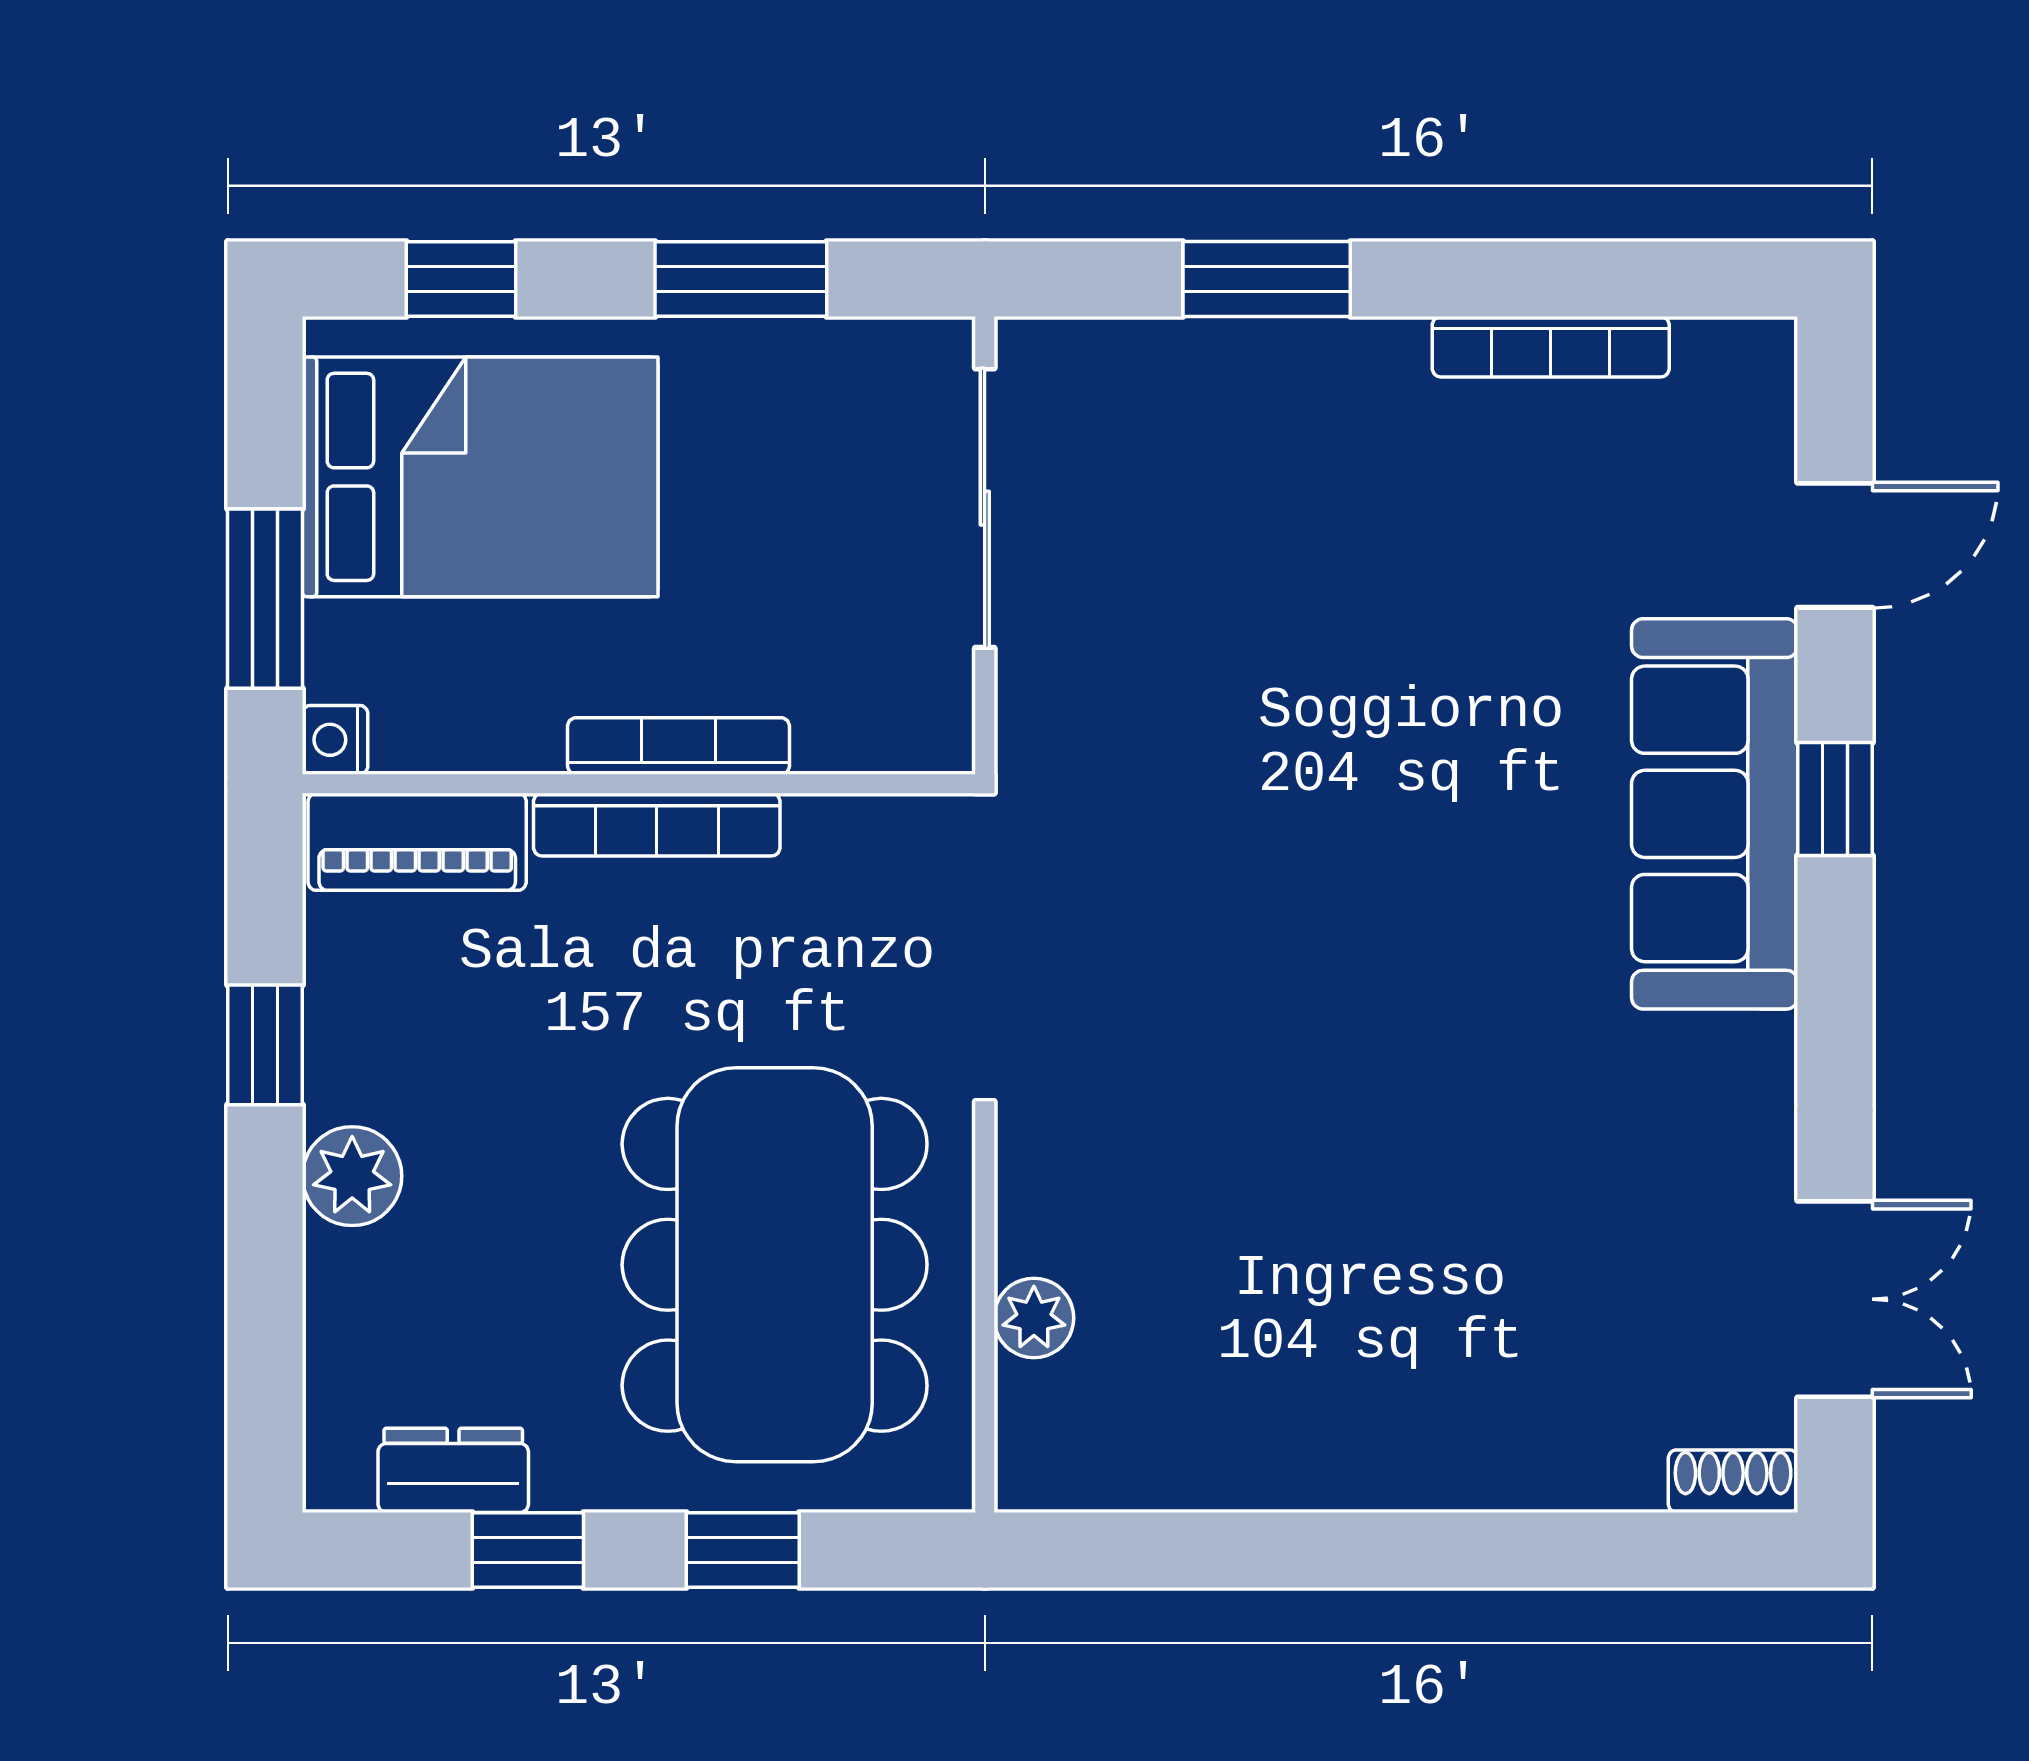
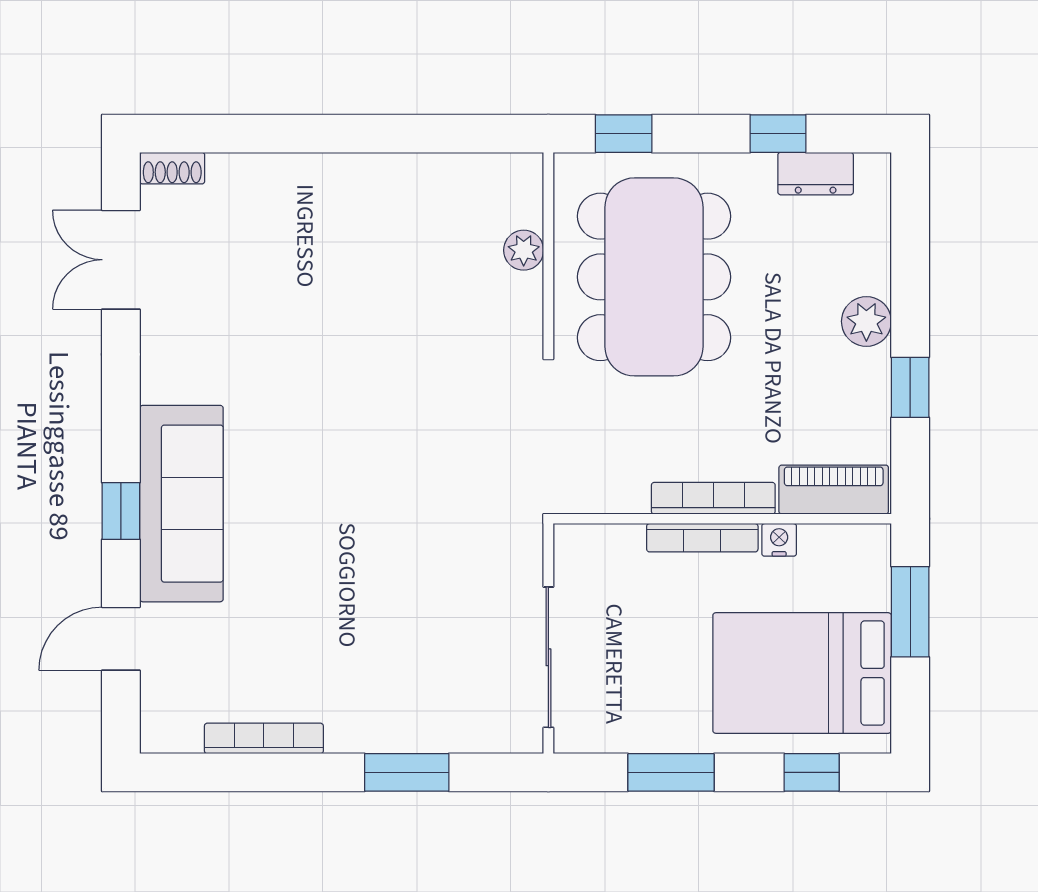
nightstand: (335, 740) -> (779, 540), moved, turned -90
window: (743, 1550) -> (624, 134), moved

